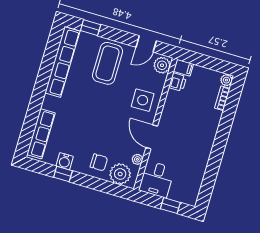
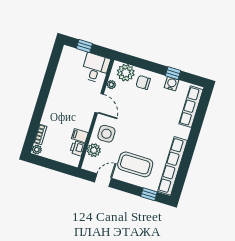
coffee table: (107, 63) -> (135, 164), turned 90
plant: (162, 65) -> (94, 150), moved
filing cabinet: (183, 68) -> (80, 136), moved

